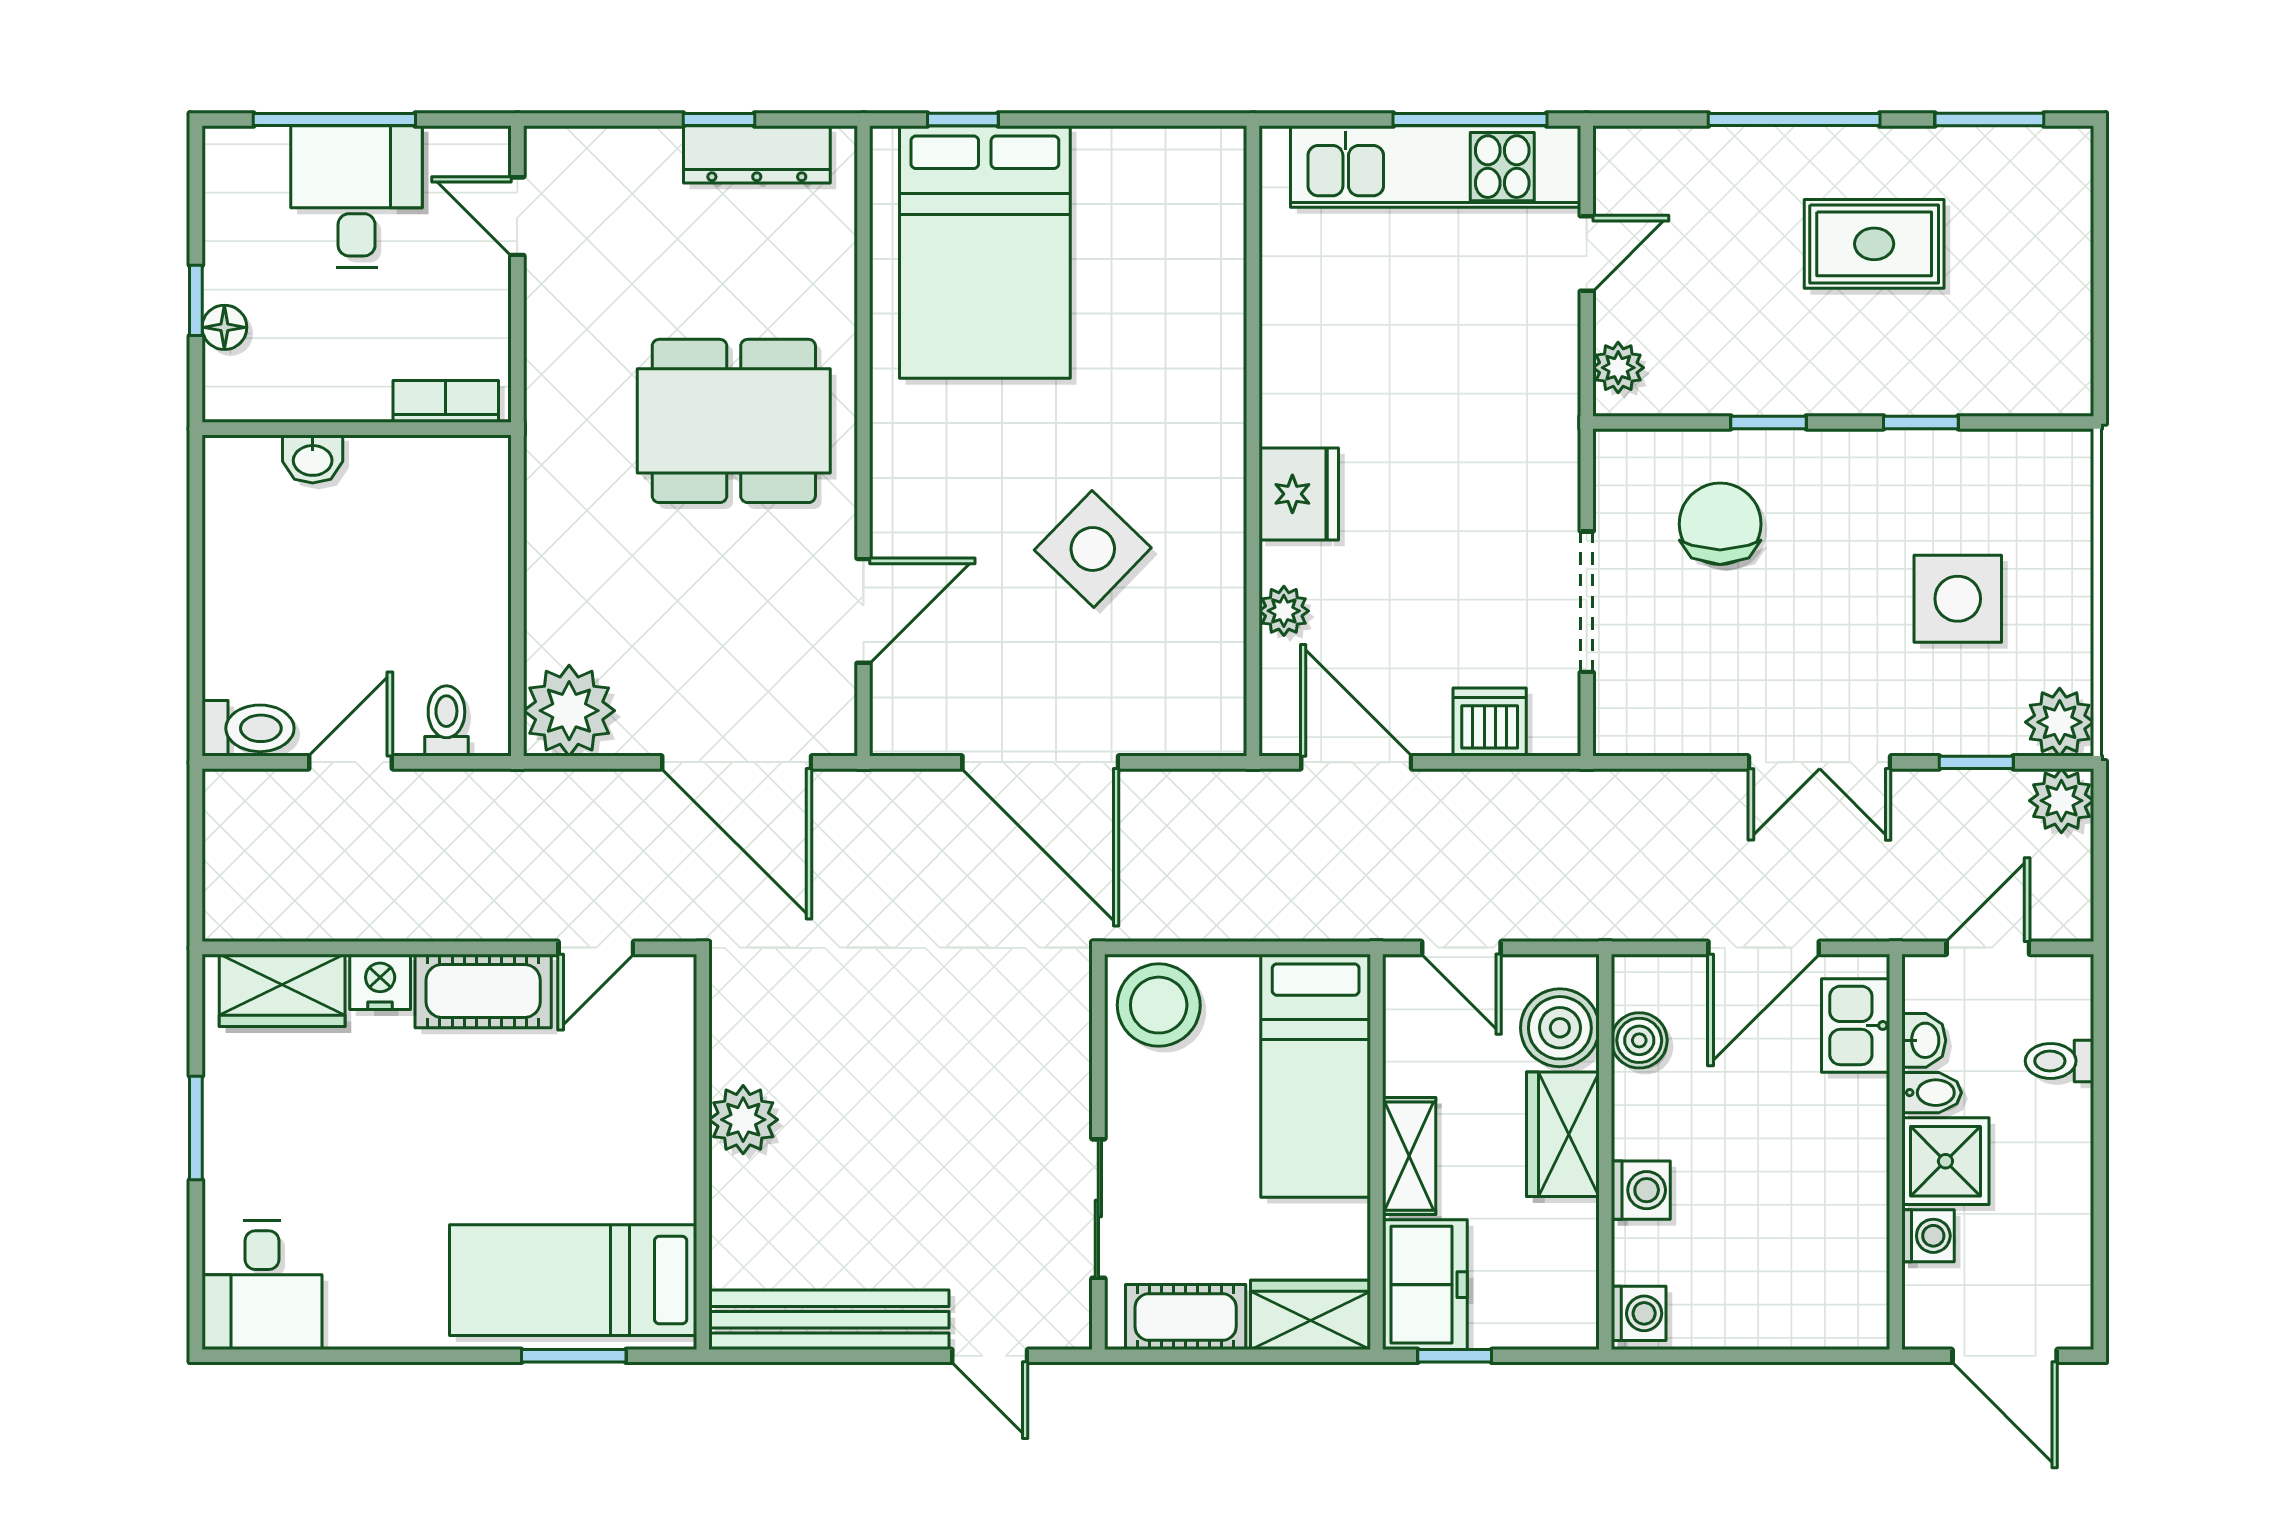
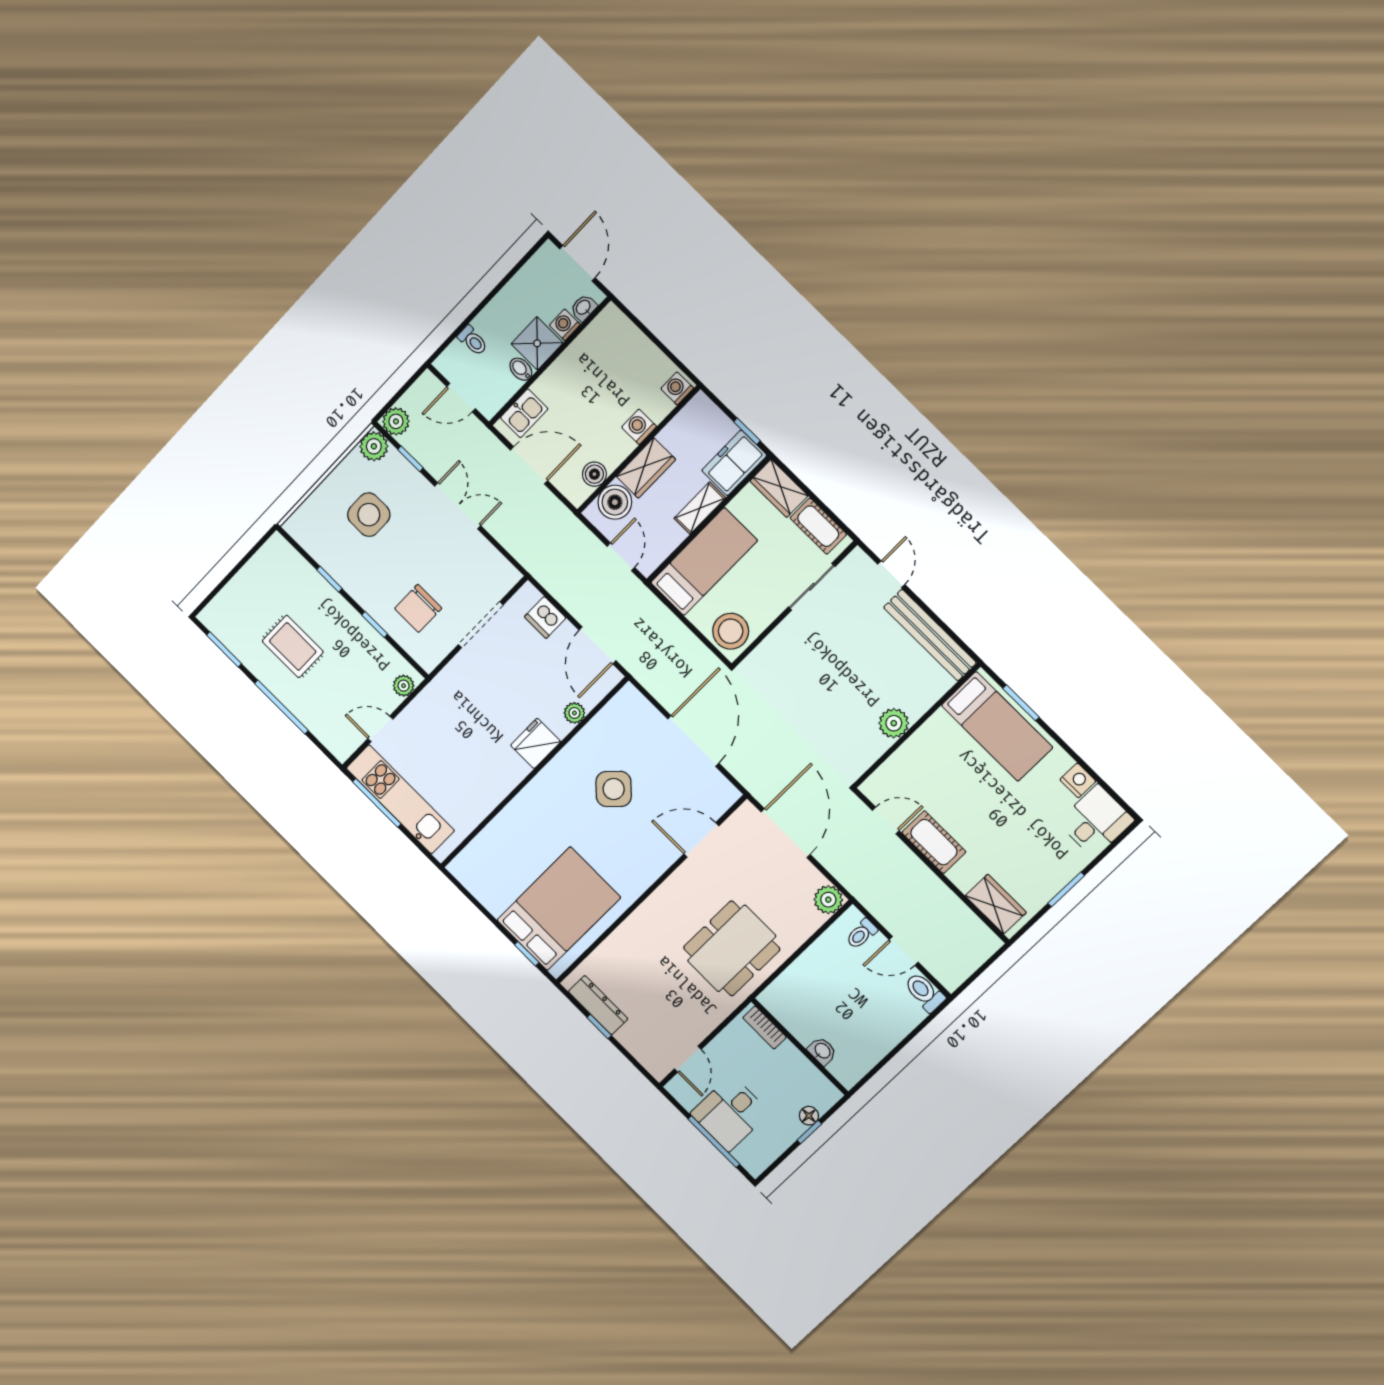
dining table: (734, 421) -> (732, 948), moved, turned 90
plant: (569, 711) -> (828, 900), width x0.73, depth x0.73
nightstand: (380, 982) -> (1078, 780), moved, turned 180
washbasin: (1924, 1040) -> (584, 308), moved

